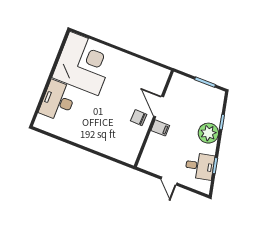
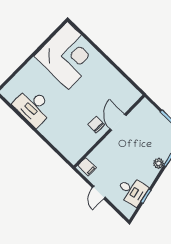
desk: (58, 101) -> (33, 107), moved, turned -90
filing cabinet: (160, 128) -> (87, 167), moved
plant: (208, 133) -> (159, 163), width x0.53, depth x0.53

